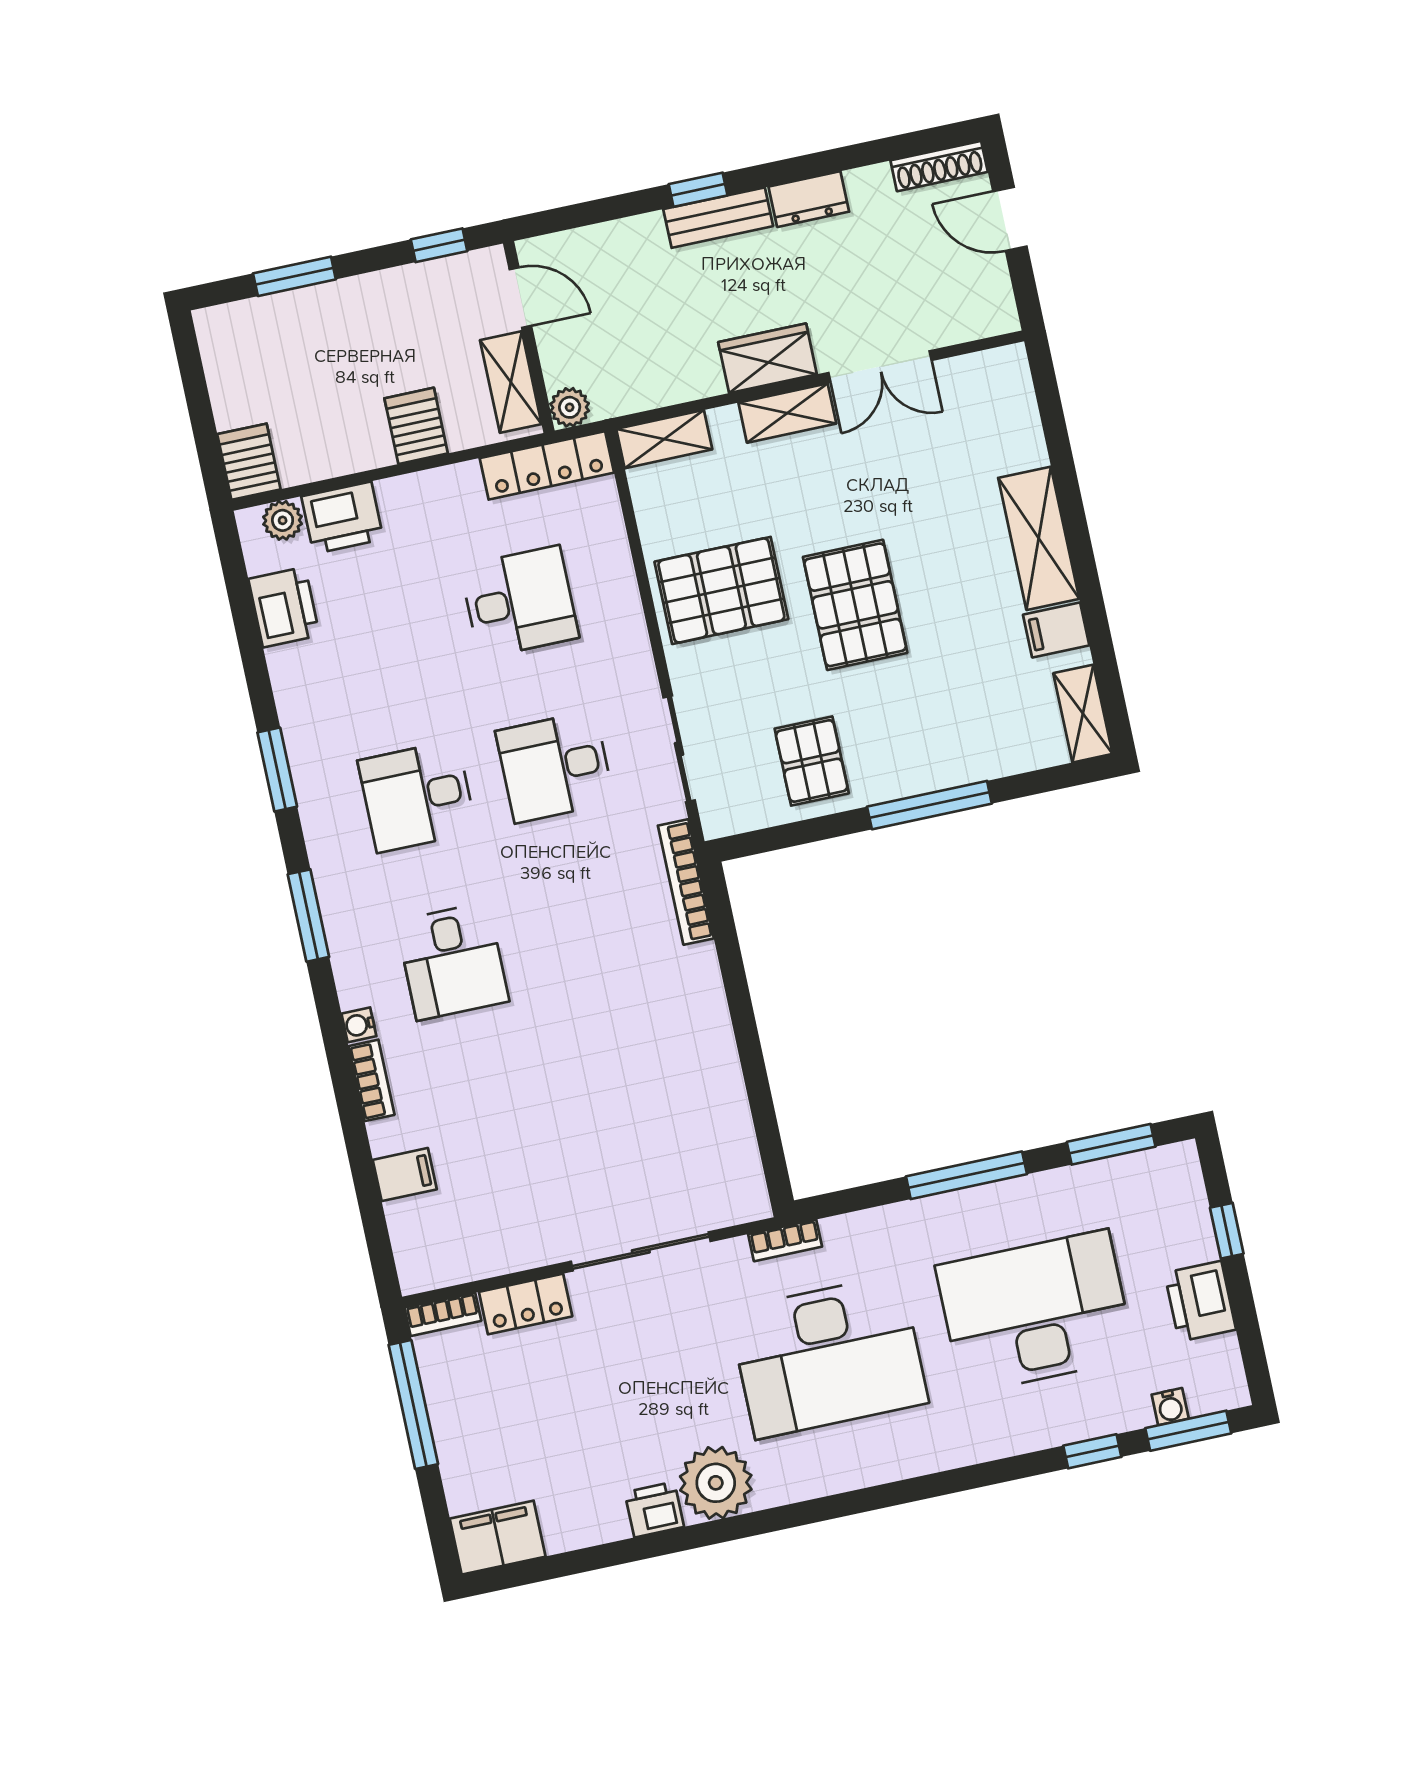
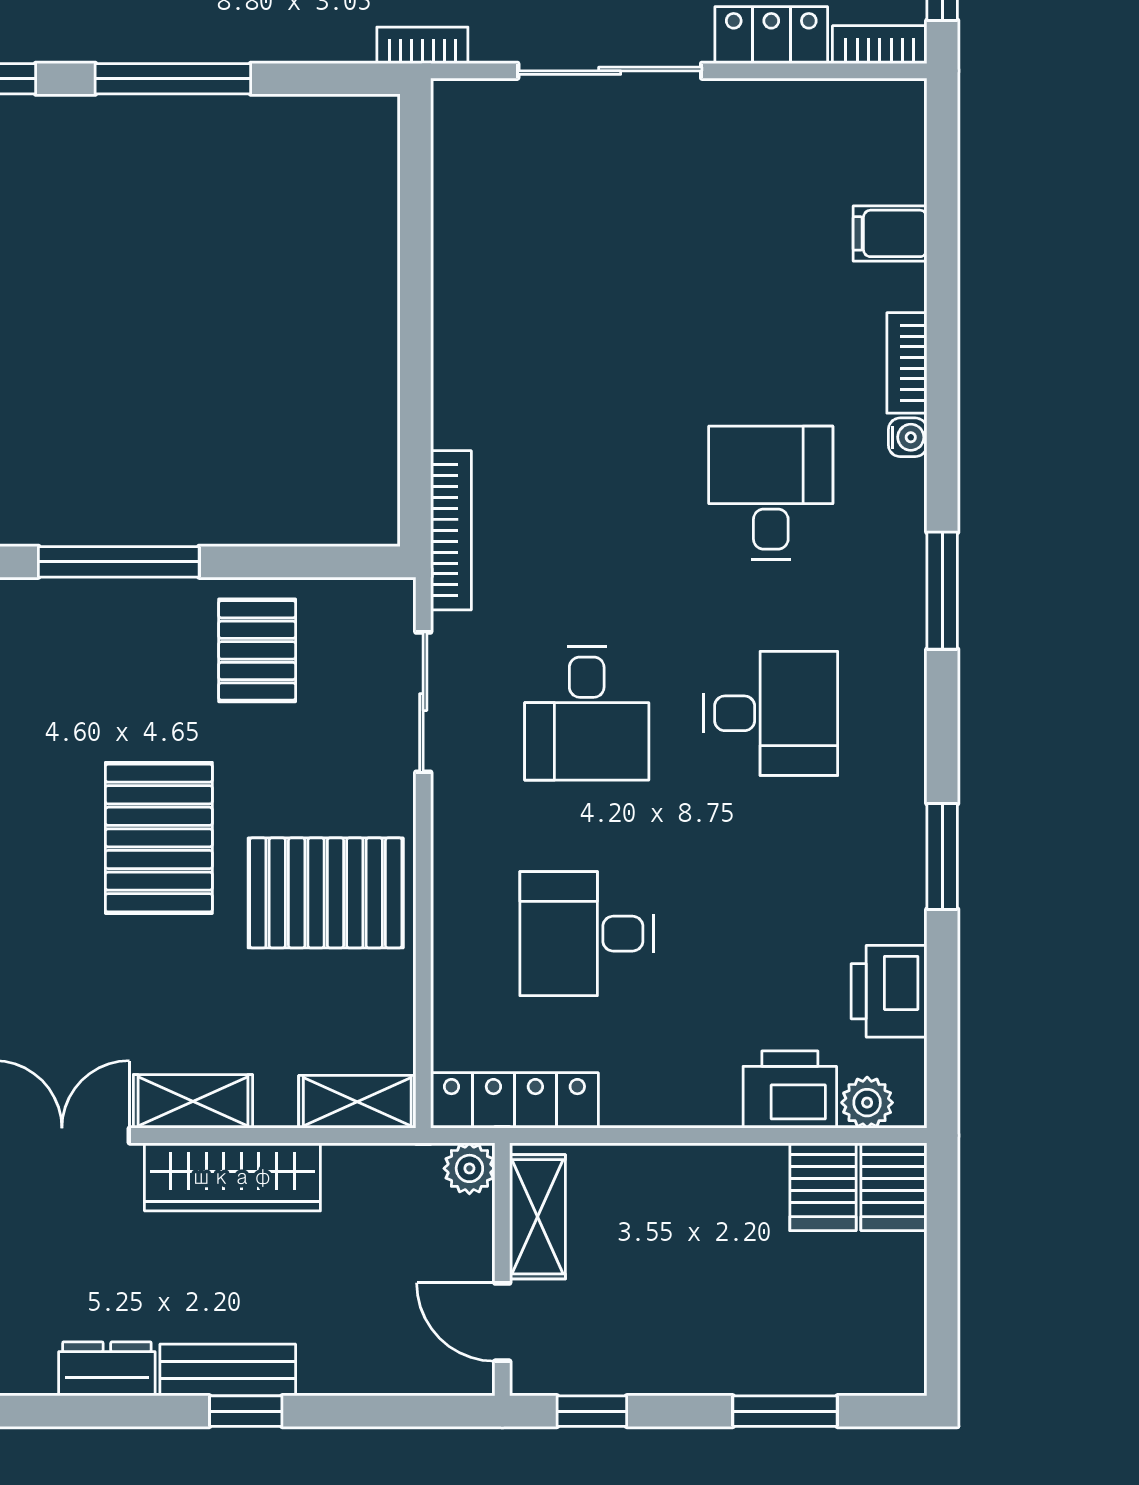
wardrobe: (768, 358) -> (232, 1177), width x1.50
server rack: (416, 426) -> (823, 1187), moved
desk: (555, 767) -> (587, 713), turned 90
window: (277, 770) -> (942, 856), moved

